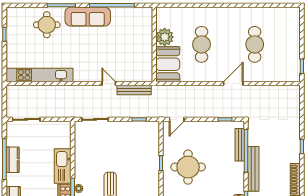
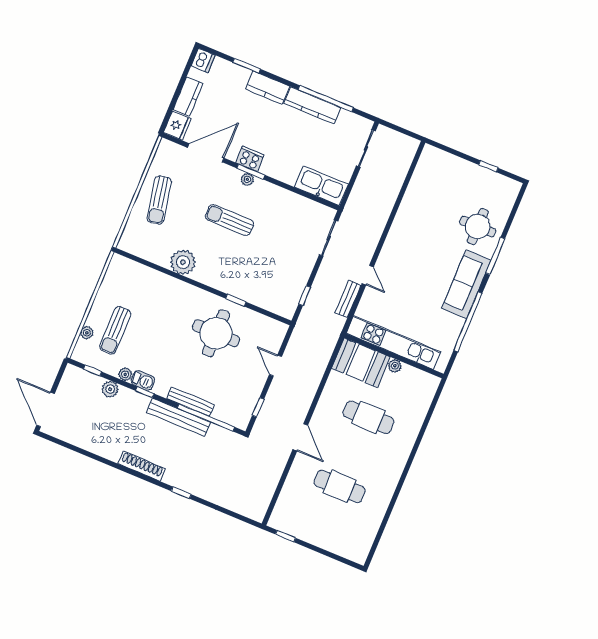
plant: (165, 37) -> (395, 366), width x0.53, depth x0.53
kitchen unit: (40, 75) -> (393, 342), moved, turned -90
door: (109, 84) -> (368, 275), hinge flipped
bench: (134, 90) -> (348, 299), width x0.73
door: (177, 119) -> (275, 366), moved
bench: (240, 145) -> (191, 402), moved
kitchen counter: (13, 160) -> (312, 105), width x1.50
kitchen sink: (63, 166) -> (321, 186), moved

